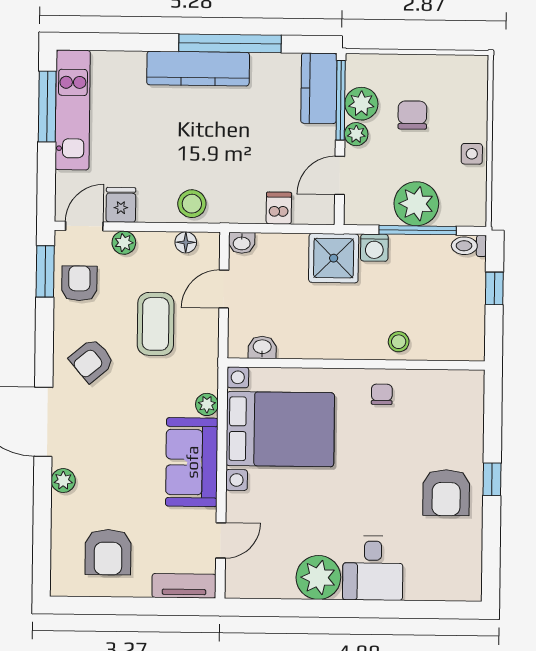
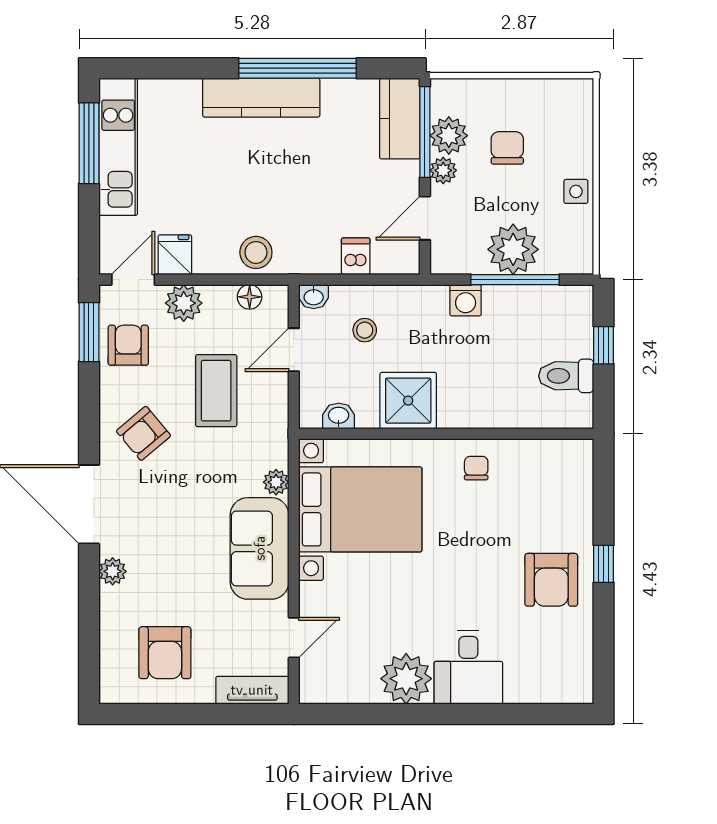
plant: (124, 243) -> (184, 303), width x1.38, depth x1.38
toilet: (469, 246) -> (566, 376), moved, width x1.37, depth x1.39
shower: (334, 258) -> (408, 401), moved
stool: (399, 342) -> (365, 330), moved

